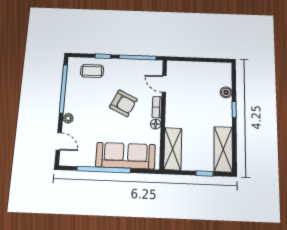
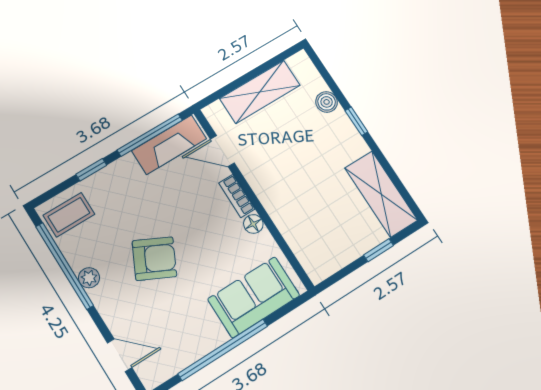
fireplace: (143, 67) -> (169, 145), added
coffee table: (92, 71) -> (69, 215), moved
armchair: (123, 103) -> (154, 259), moved
plant: (68, 118) -> (89, 278), moved
shelving: (173, 149) -> (260, 92), moved, turned 90
sofa: (126, 156) -> (254, 297), width x0.73

